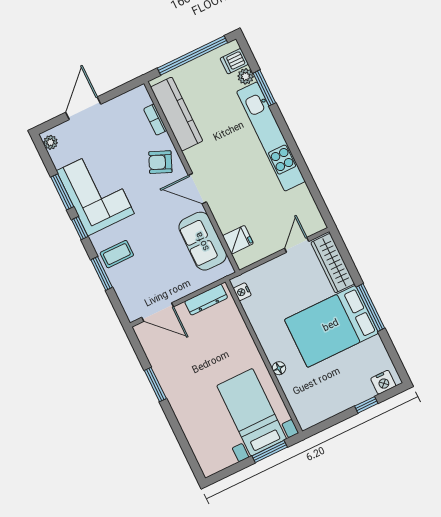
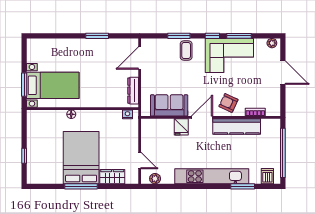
plant: (246, 76) -> (155, 179), moved
kitchen counter: (177, 114) -> (237, 127), moved
armchair: (160, 162) -> (228, 103), turned -88
fridge: (238, 240) -> (181, 127), moved
wardrobe: (333, 263) -> (112, 177), width x0.67
nightstand: (383, 382) -> (33, 173), removed

